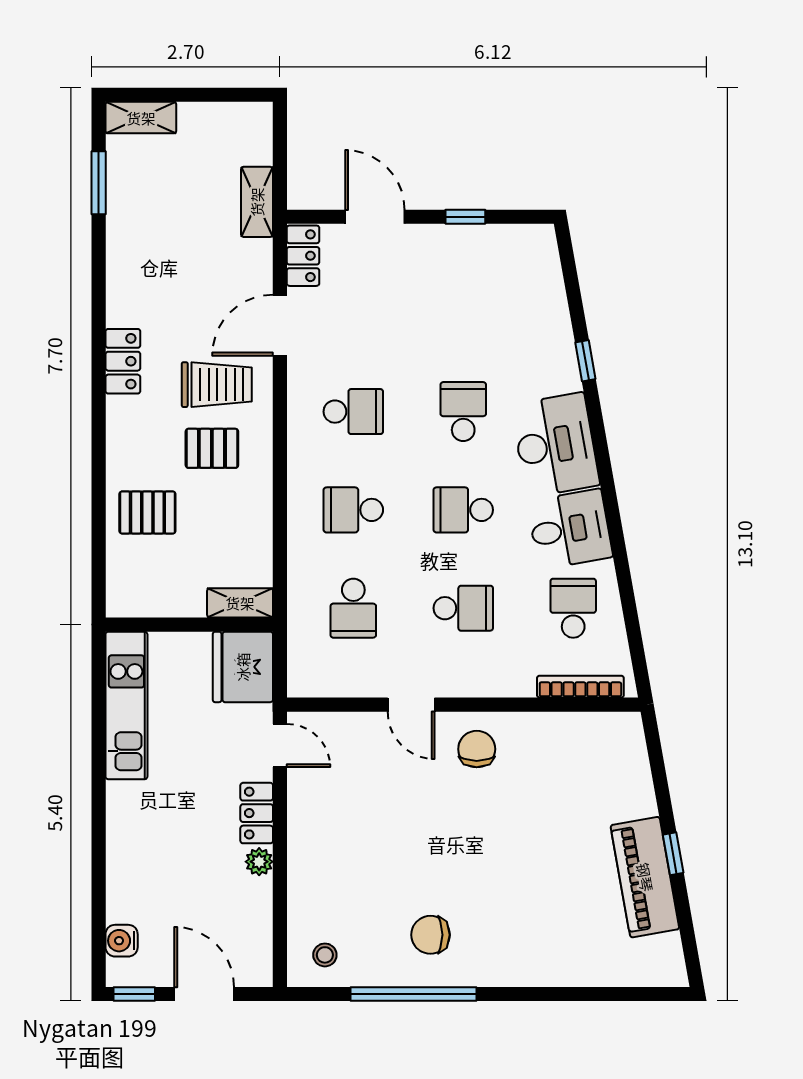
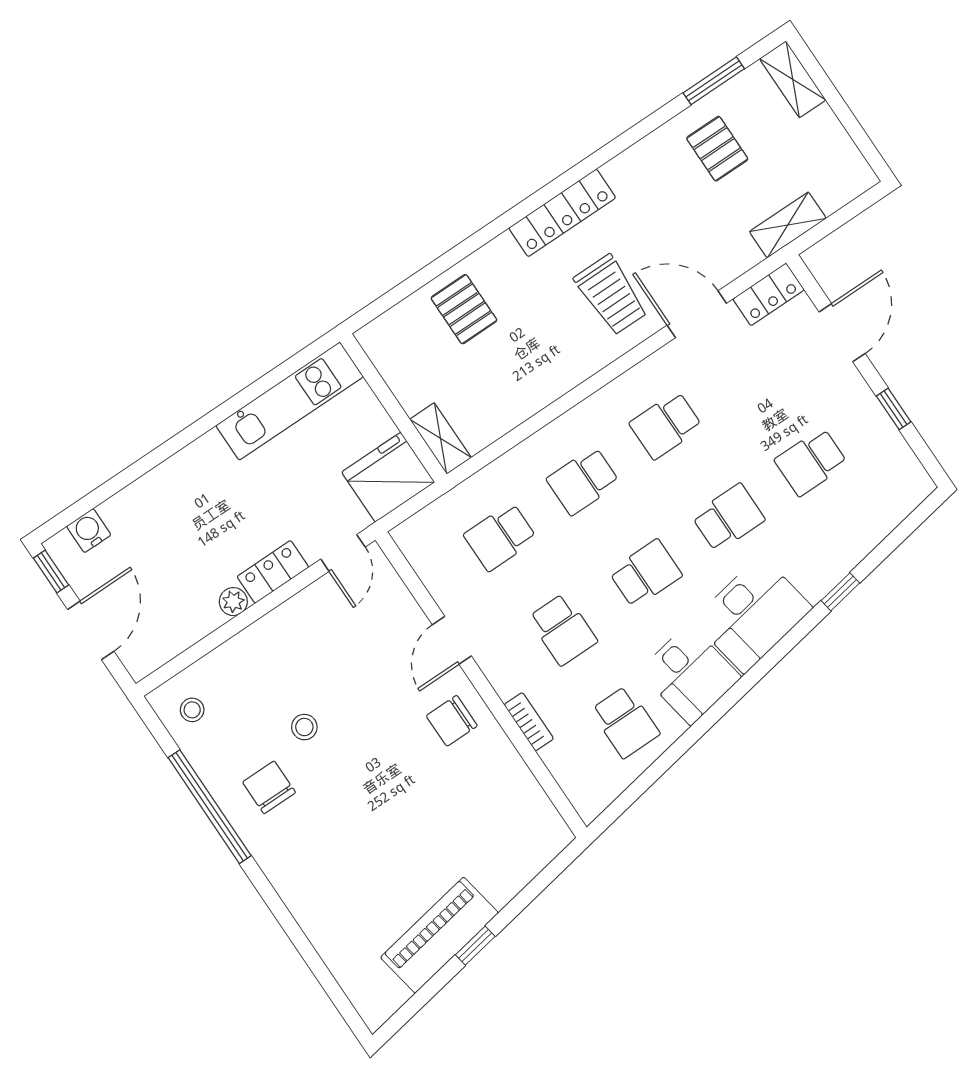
school desk: (463, 313) -> (811, 462), added
locker: (123, 361) -> (562, 213), width x1.53
school desk: (353, 412) -> (666, 425), turned 90
pallet: (212, 448) -> (717, 149), moved
school desk: (353, 510) -> (583, 481), turned -90
school desk: (463, 510) -> (646, 574), turned 90
school desk: (573, 608) -> (625, 722), turned 90
bookcase: (580, 687) -> (529, 722), moved, width x0.64
chair: (477, 749) -> (452, 721), turned 180
stool: (401, 873) -> (304, 727), added

